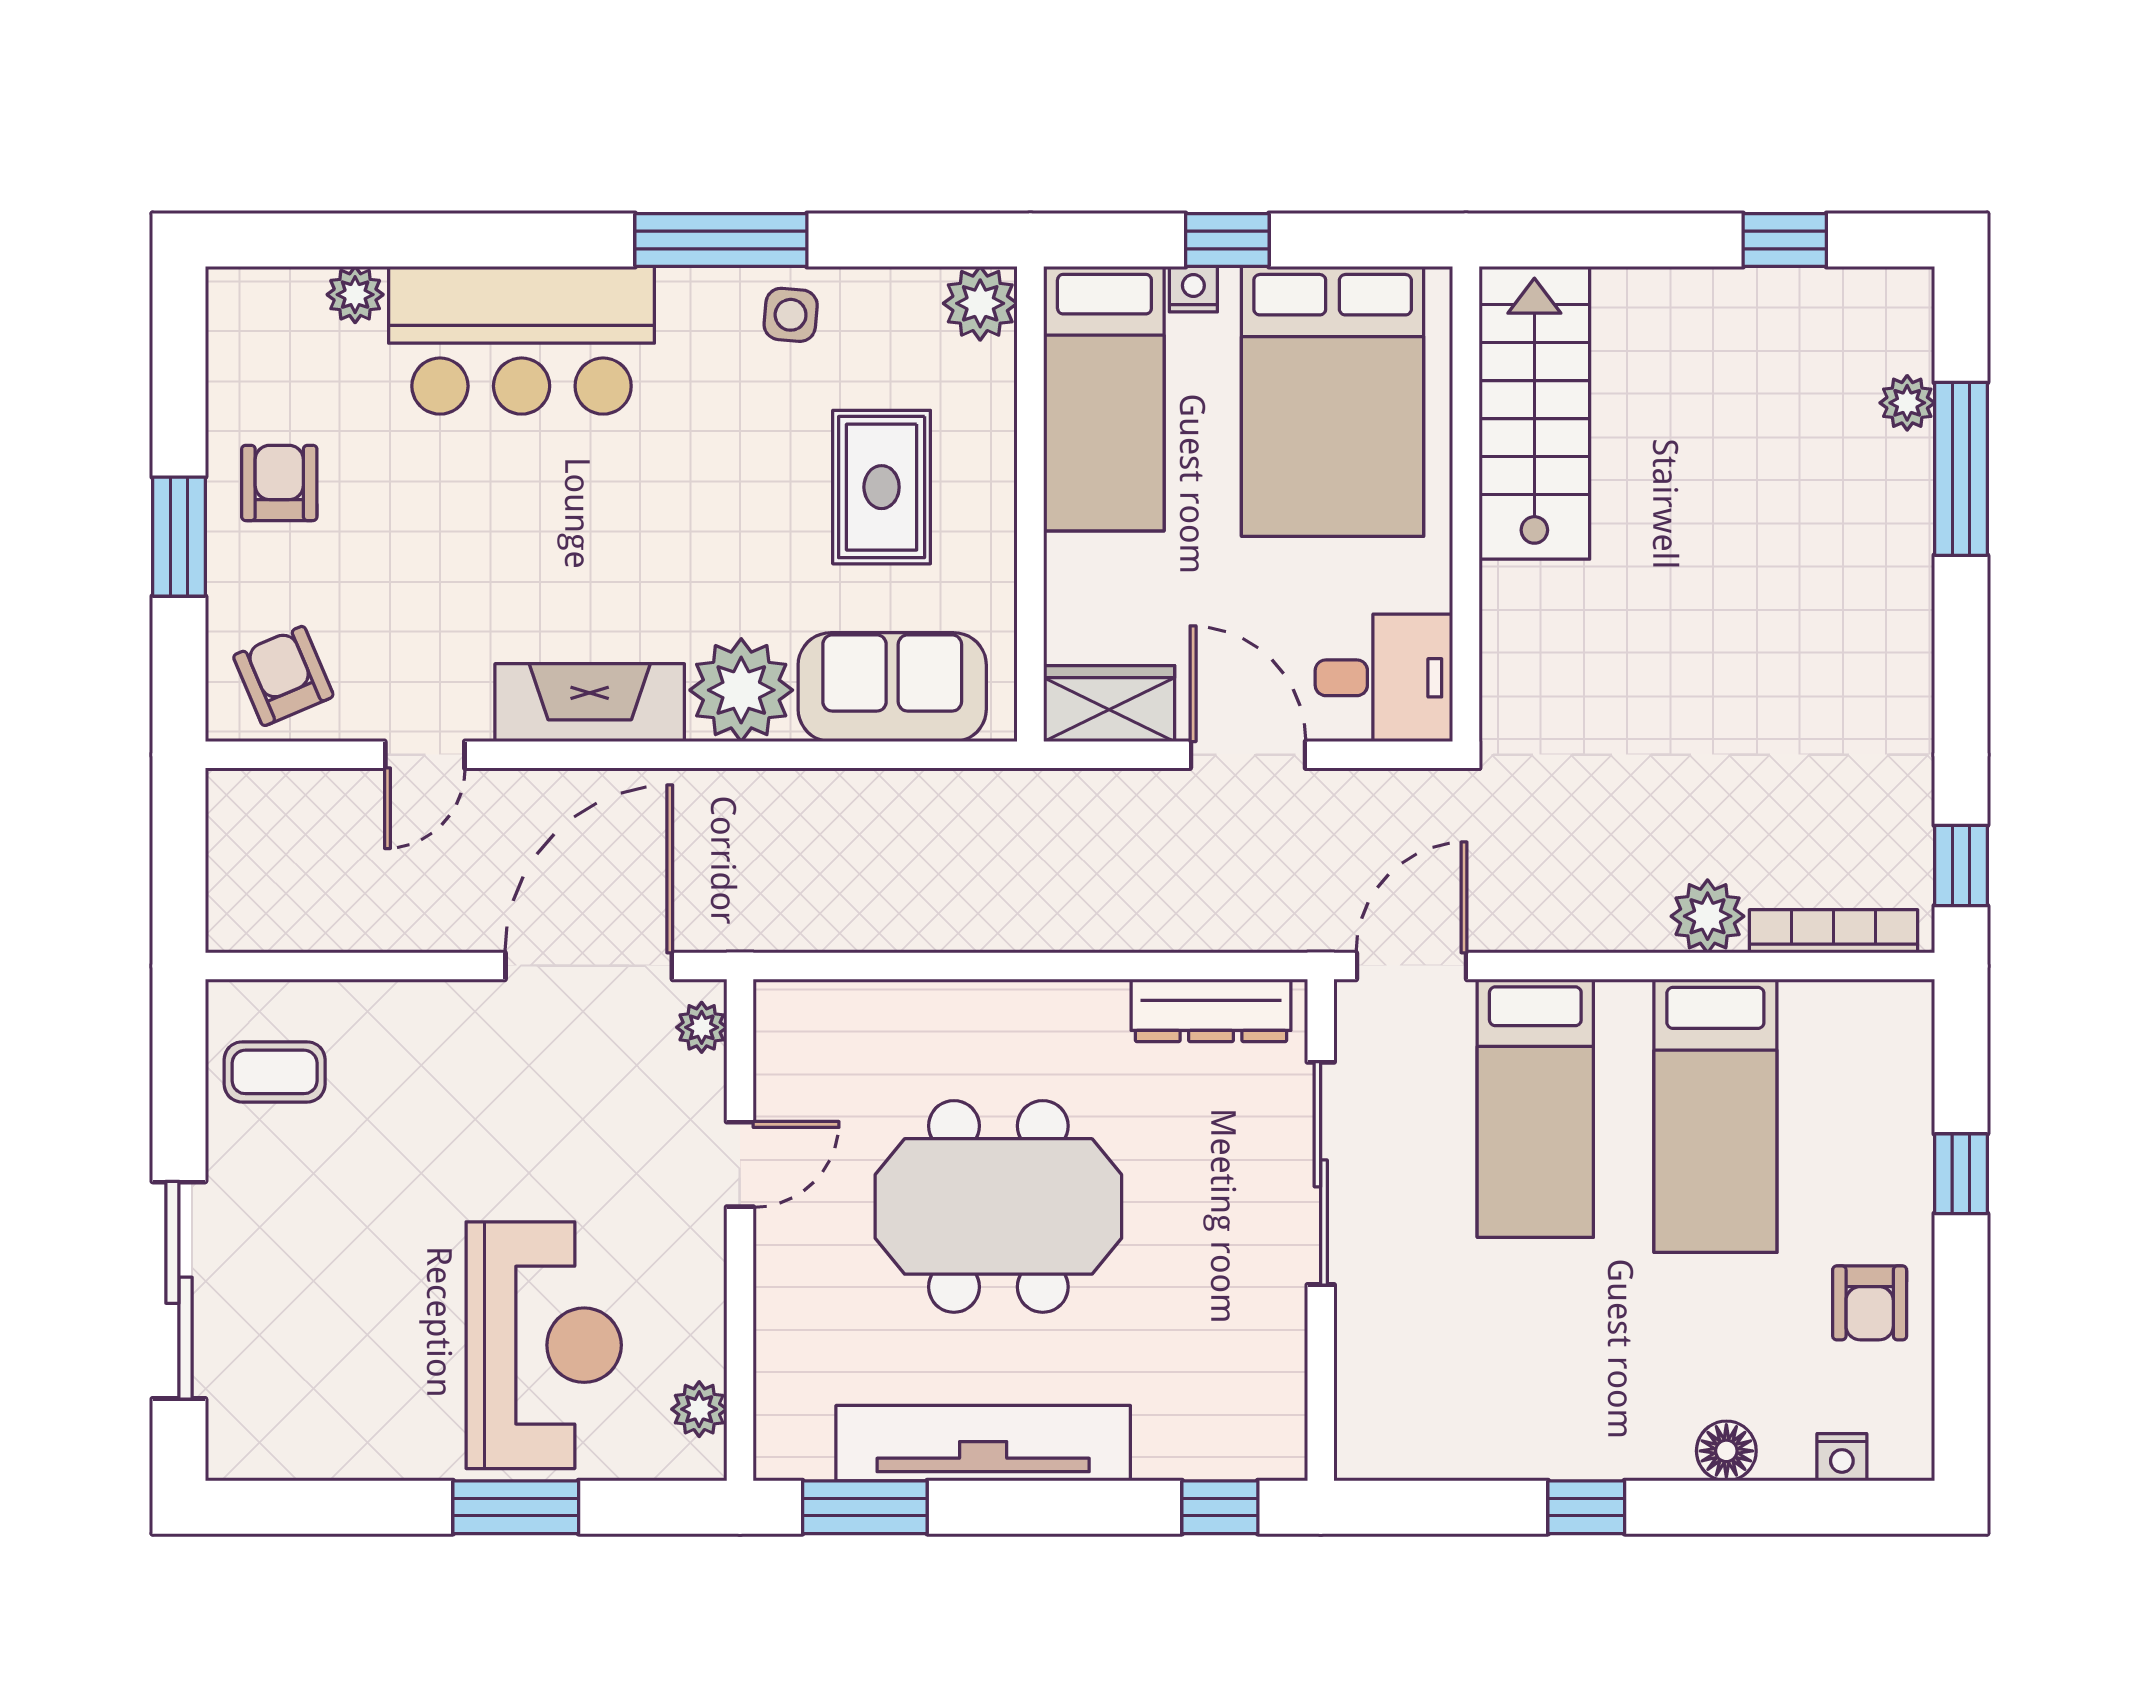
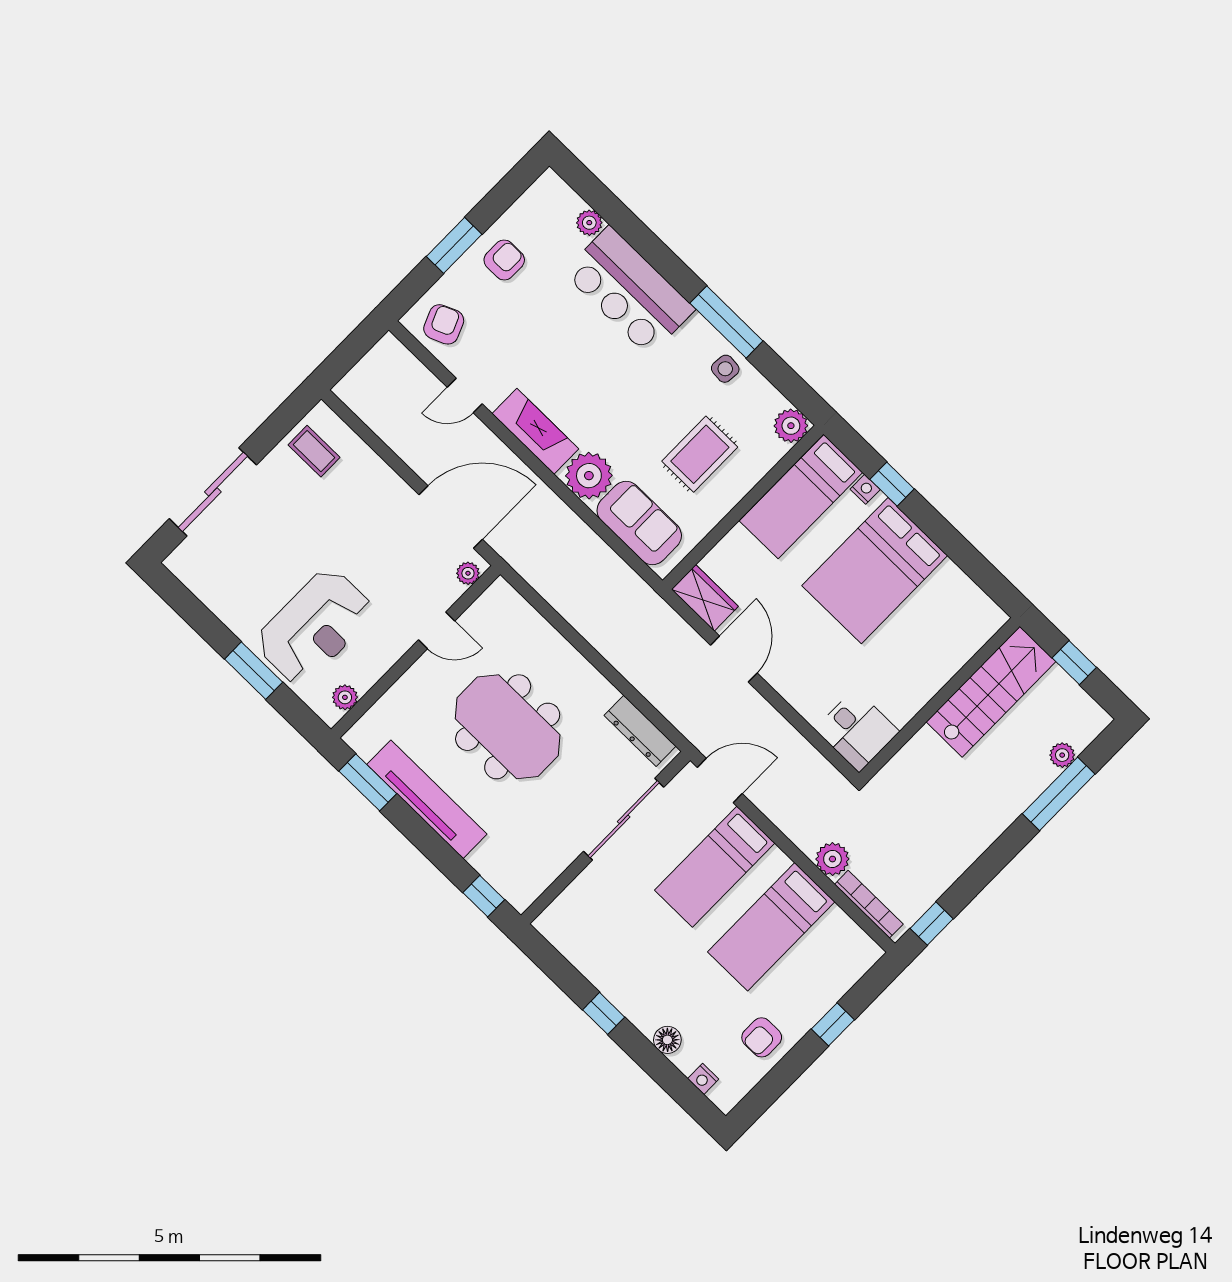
stairs: (1534, 413) -> (991, 692), moved
wall: (1466, 504) -> (939, 700), moved
desk: (1384, 678) -> (857, 730), moved

